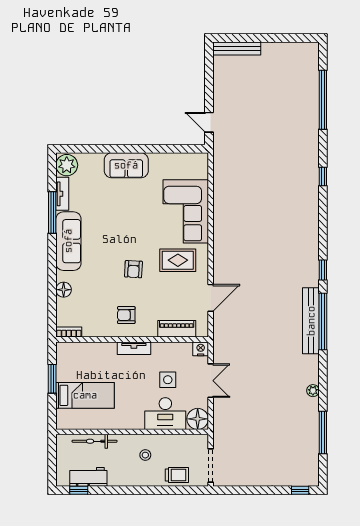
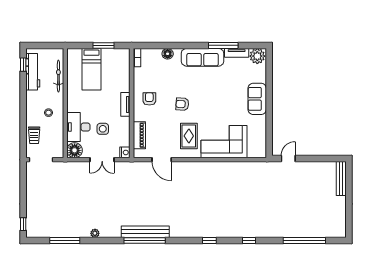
window: (323, 270) -> (209, 240), moved
workbench: (88, 477) -> (33, 72), width x1.37

